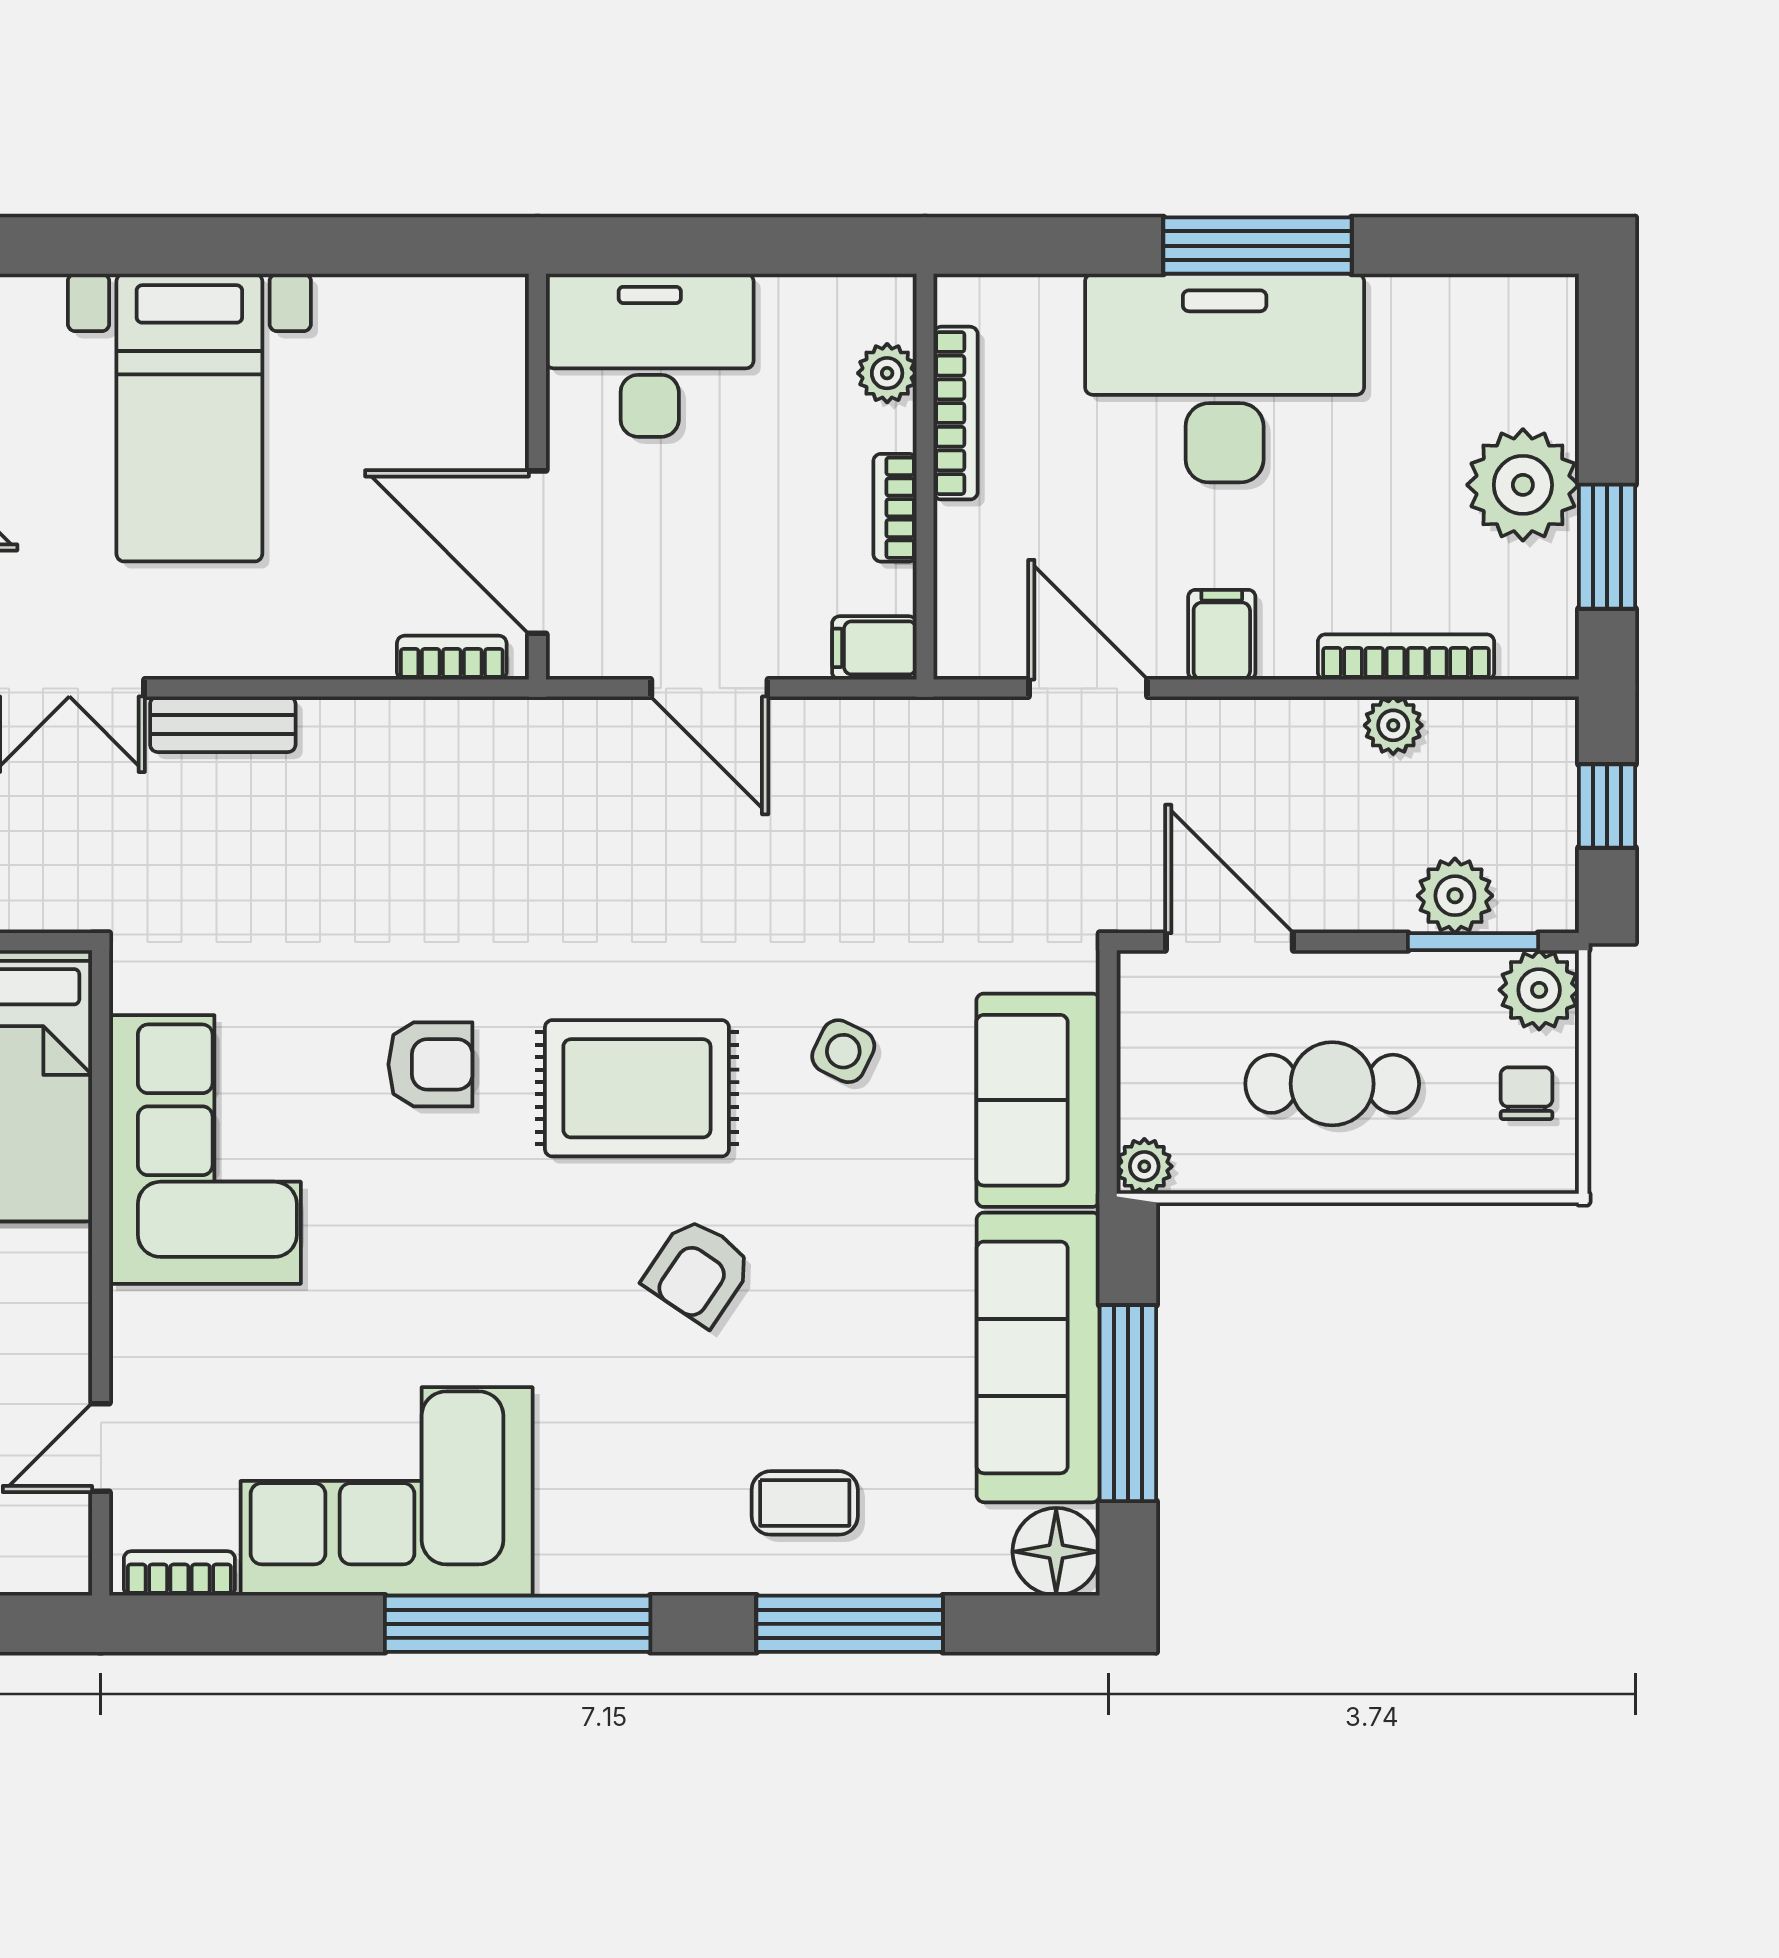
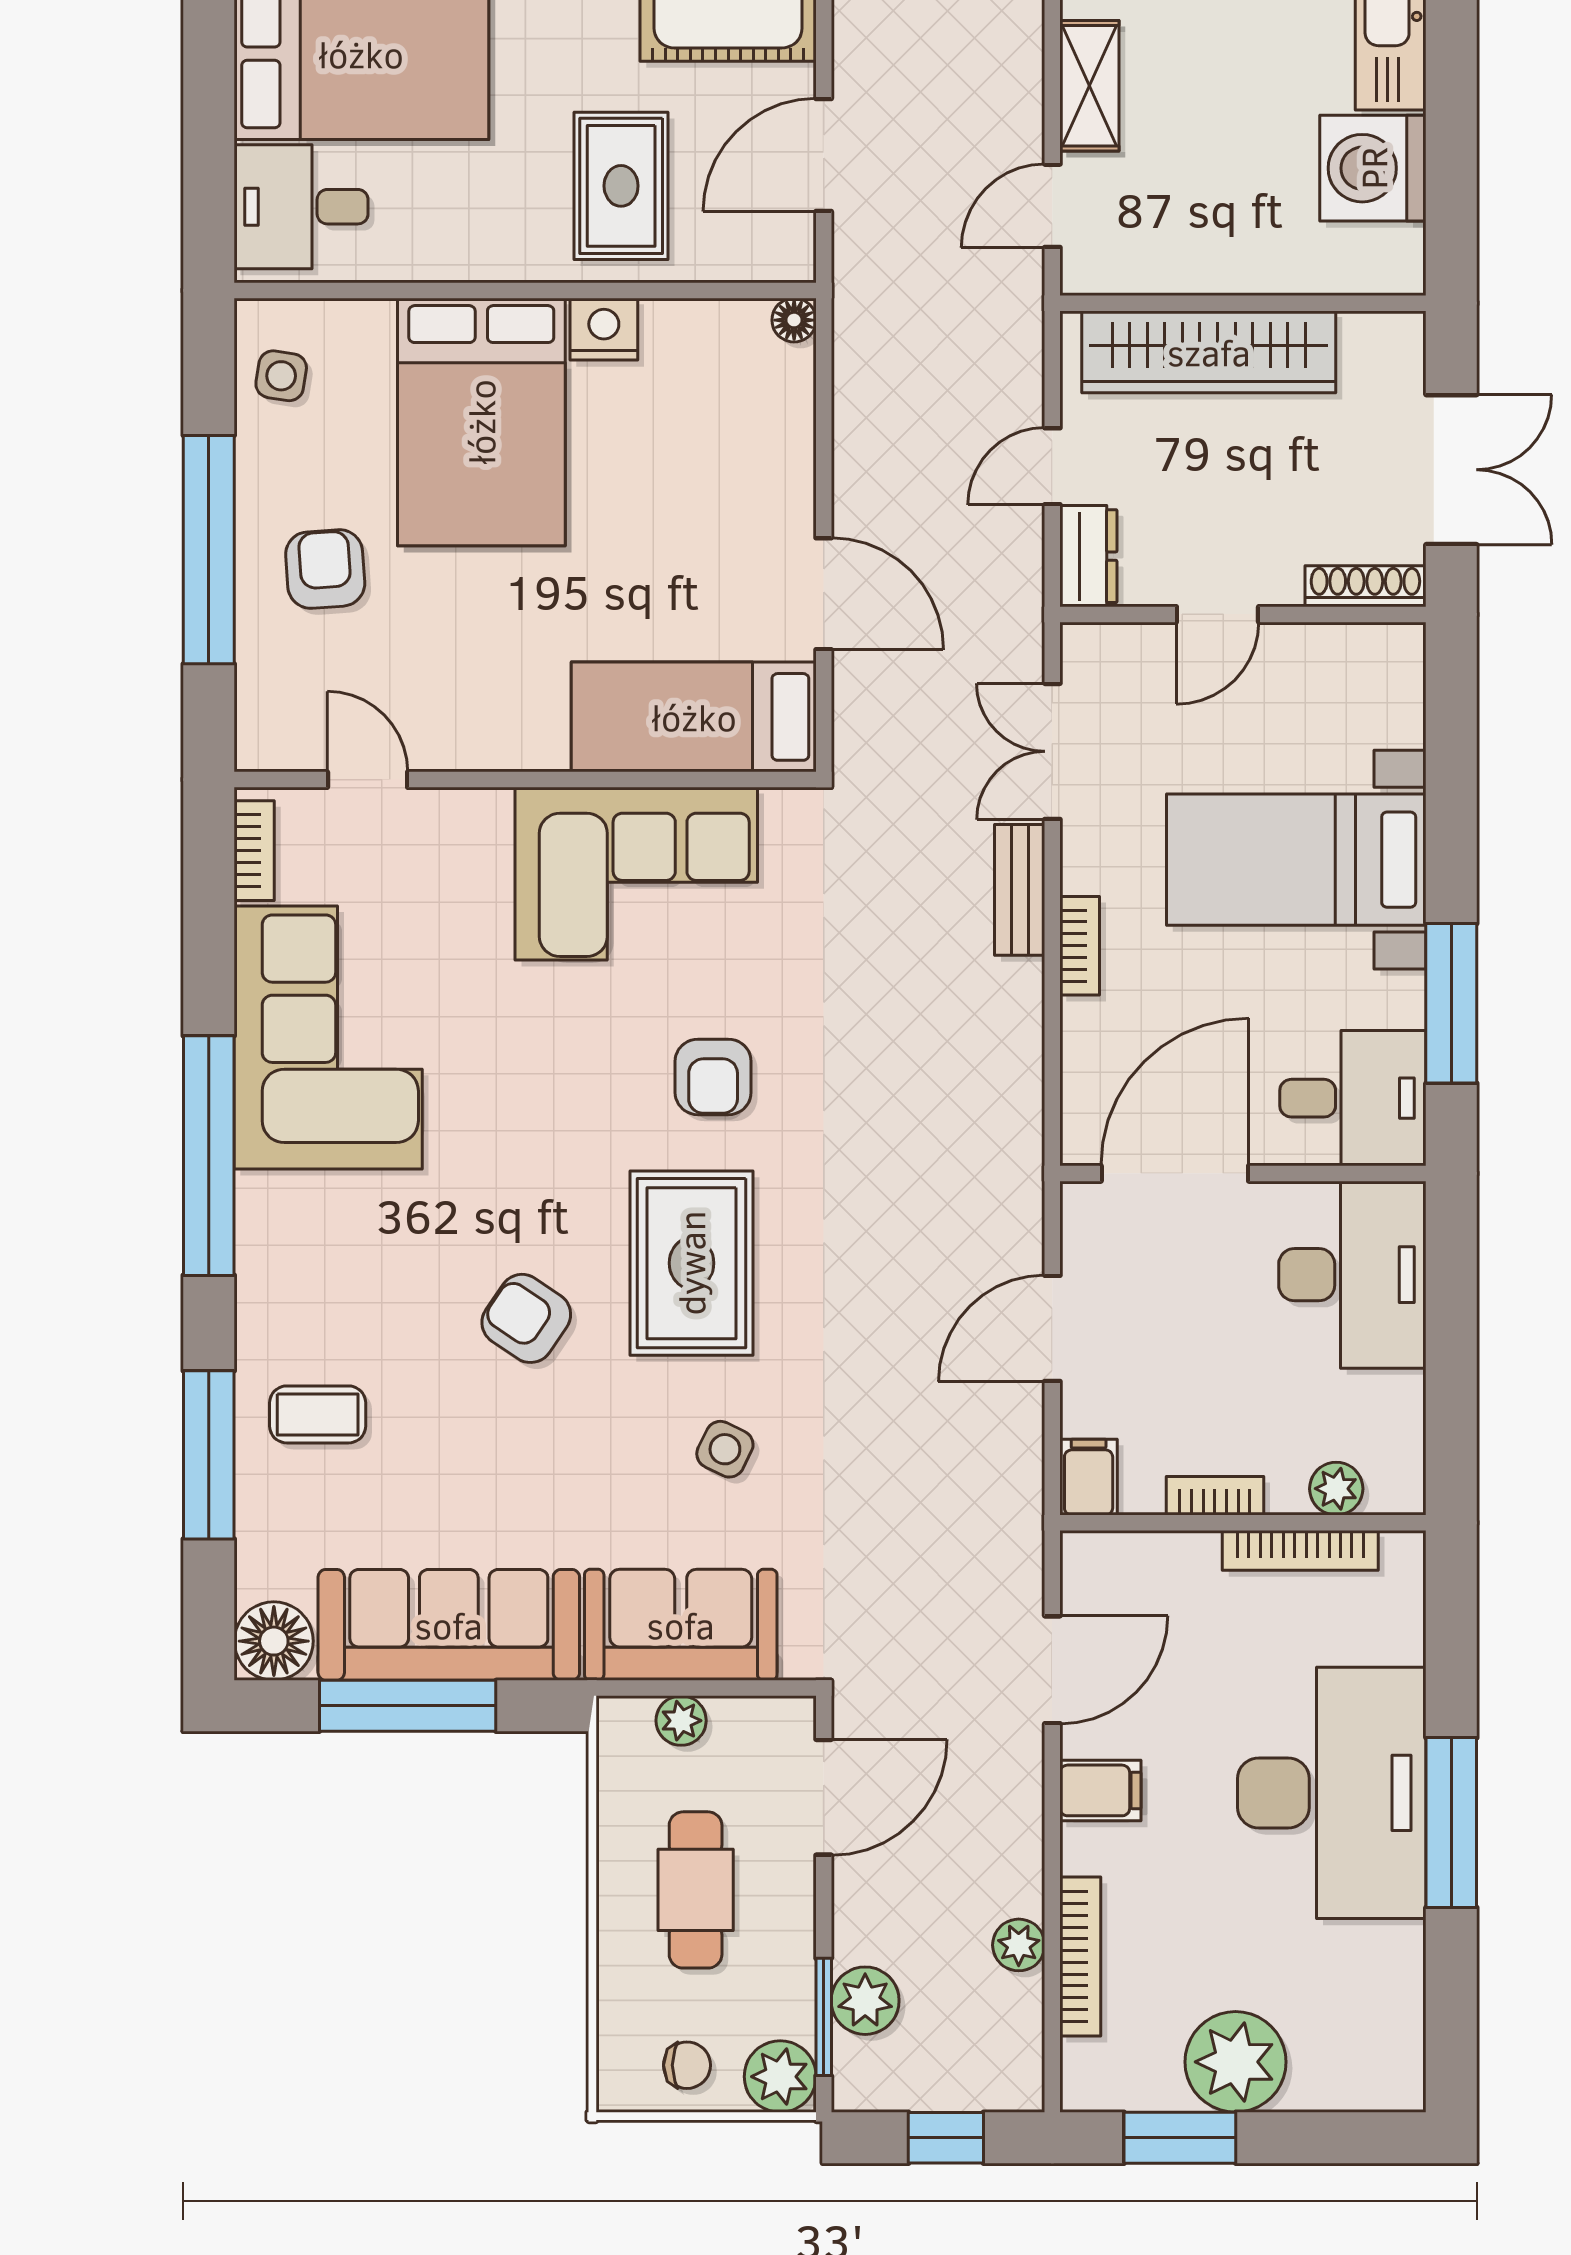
window: (349, 246) -> (1451, 1003), added
desk: (454, 355) -> (1353, 1098), added
bookcase: (452, 658) -> (1080, 946), moved
plant: (1144, 1166) -> (681, 1721), moved
coffee table: (805, 1503) -> (318, 1414), turned 90

